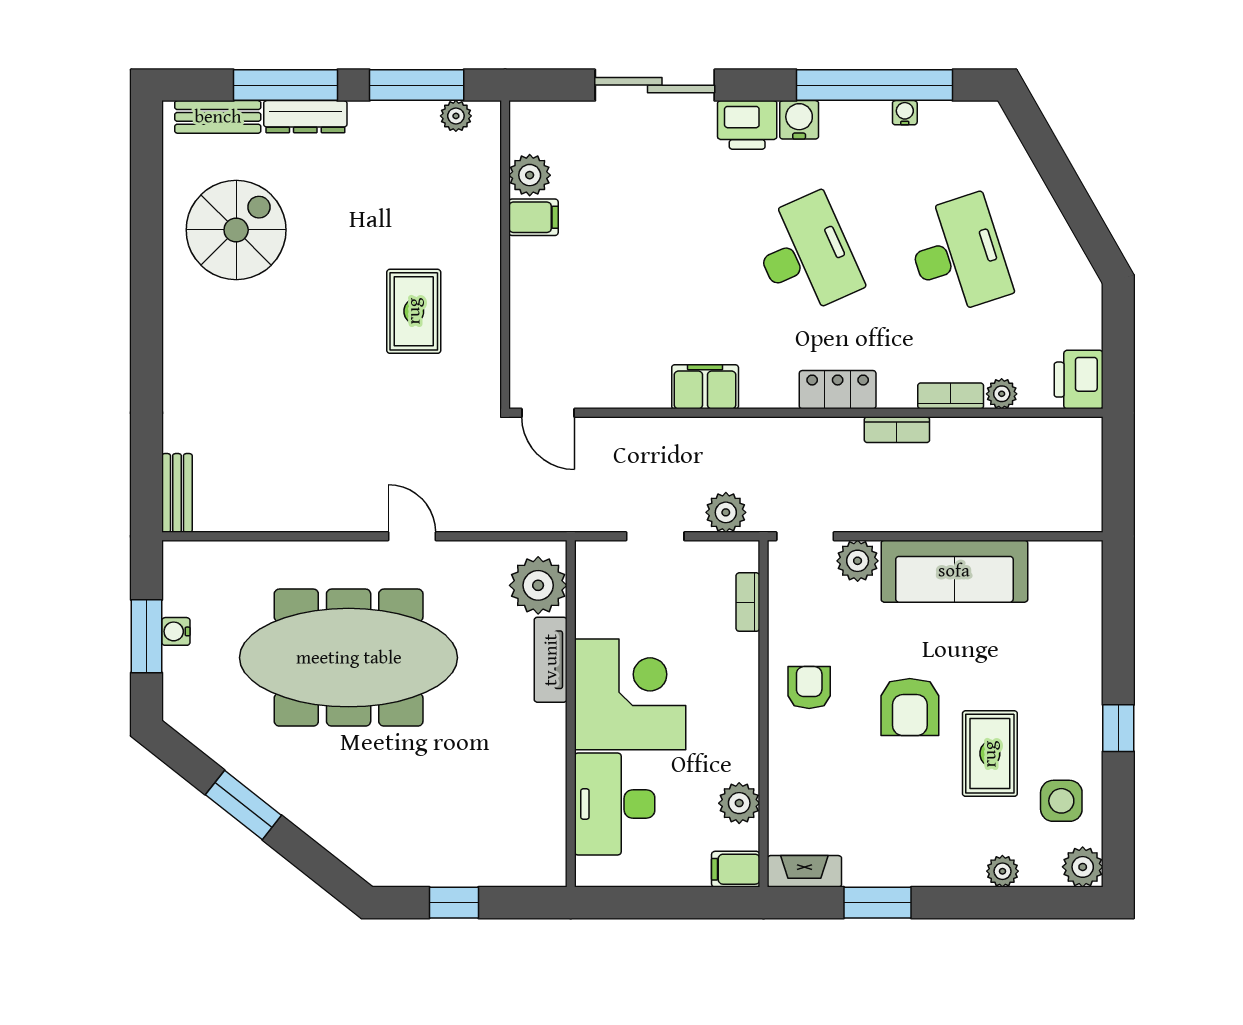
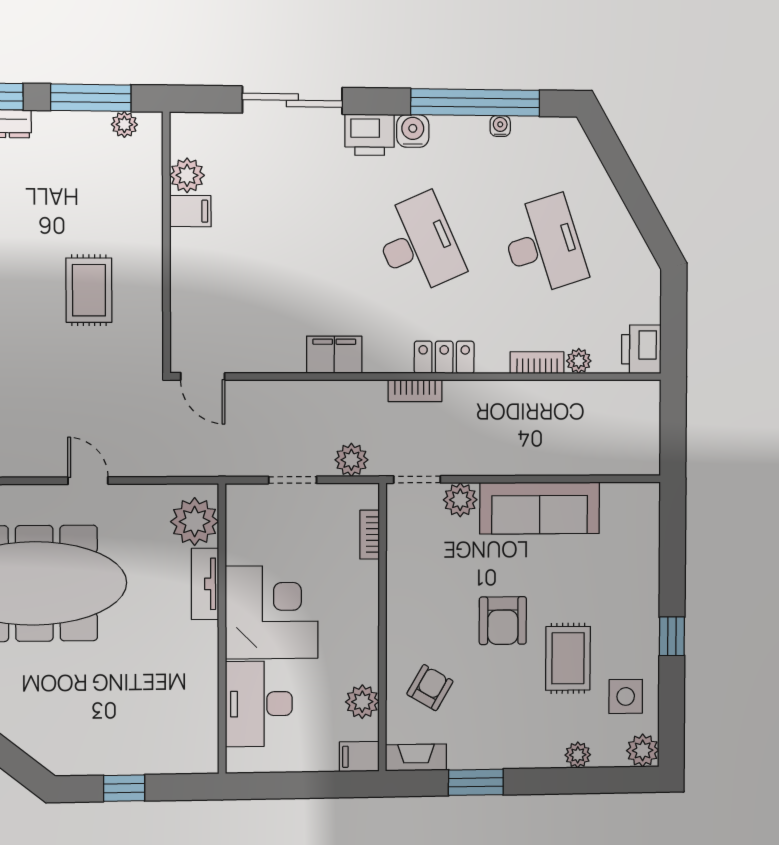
bookcase: (897, 430) -> (415, 391), moved
armchair: (809, 688) -> (430, 688), moved, turned 30

